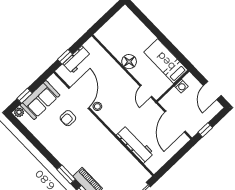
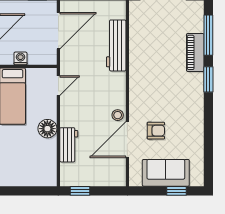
window: (65, 57) -> (80, 191), moved
workbench: (77, 60) -> (69, 145), moved, turned 90
plant: (19, 112) -> (197, 180), removed

